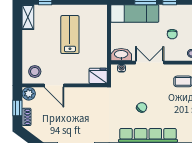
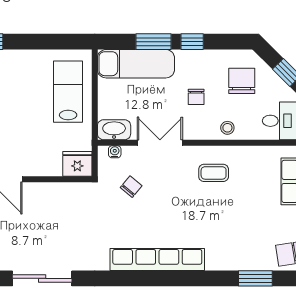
lab bench: (70, 35) -> (68, 92), moved
chair: (142, 107) -> (131, 187), moved

